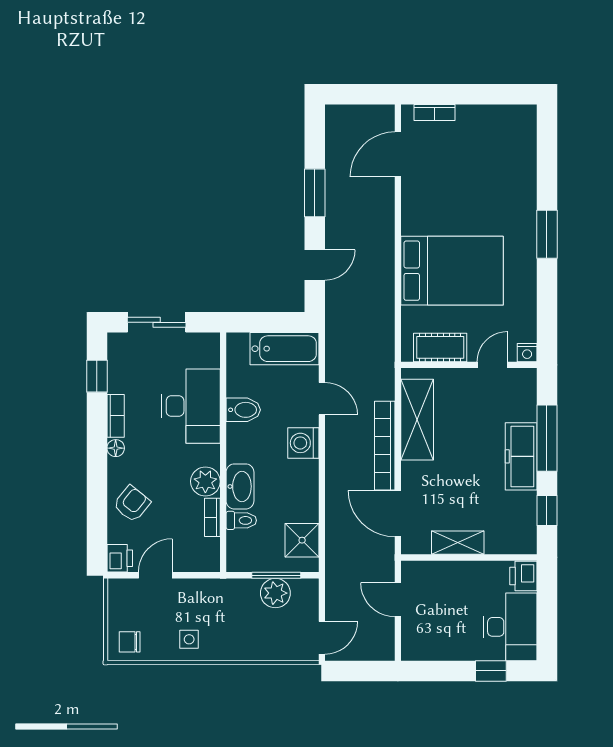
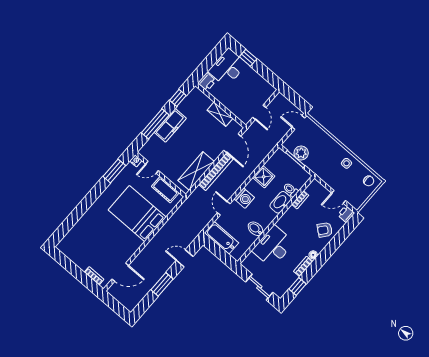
window: (547, 234) -> (114, 171), moved
plant: (205, 481) -> (291, 215), removed
shower: (302, 540) -> (264, 177), moved

